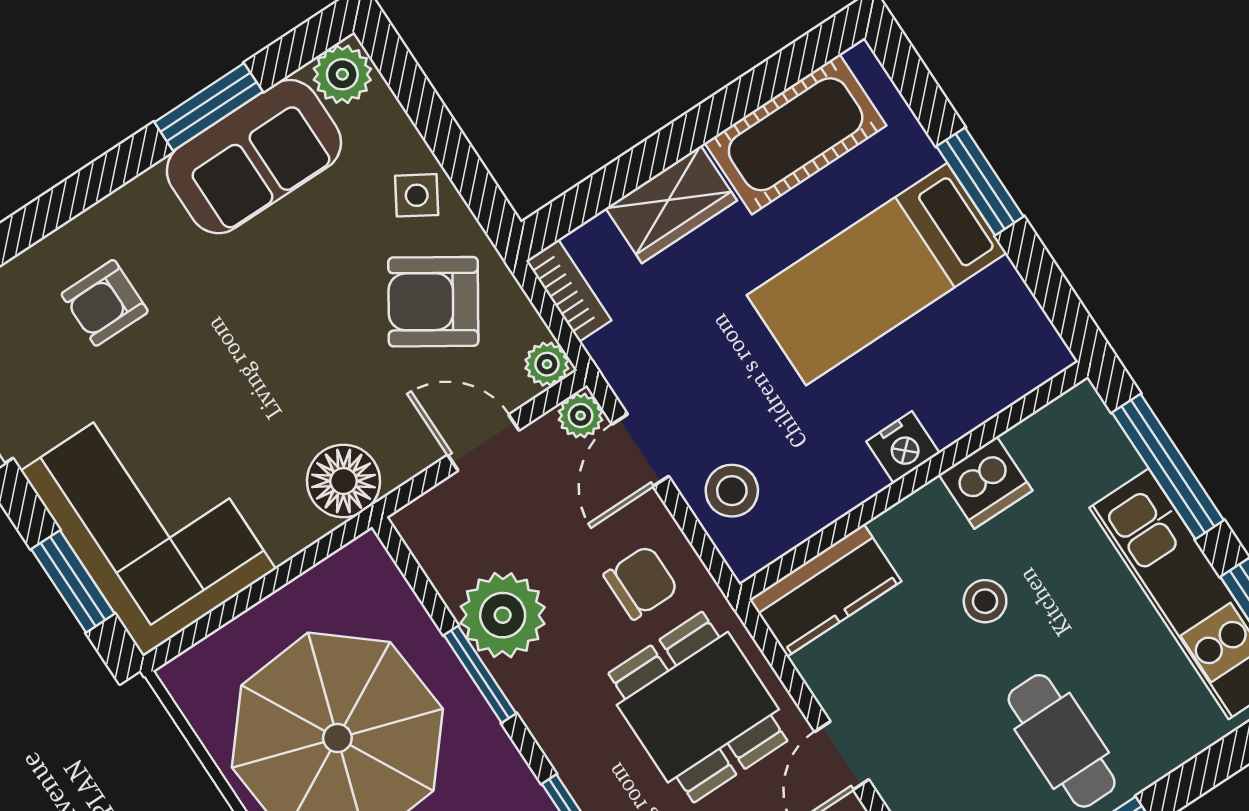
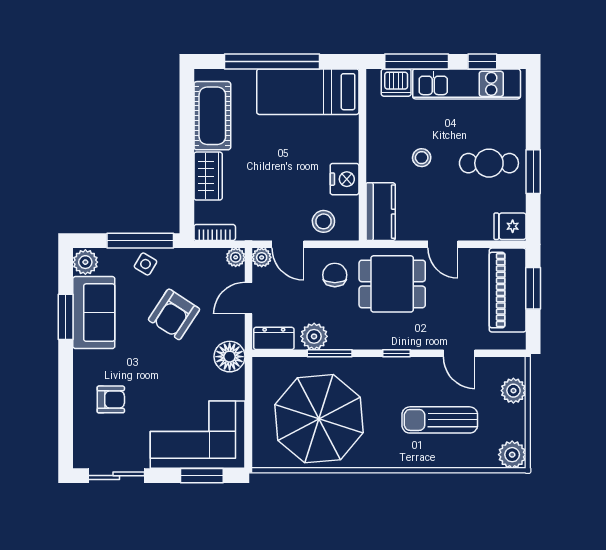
window: (456, 155) -> (140, 241), added
window: (980, 181) -> (272, 61), width x2.11
bed: (877, 274) -> (308, 92), moved, turned 90
armchair: (433, 302) -> (174, 314), moved
armchair: (105, 303) -> (111, 399), turned -90
nightstand: (903, 447) -> (345, 179), moved, width x1.36, depth x1.33
dishwasher: (986, 483) -> (396, 83), moved, turned 90
dresser: (437, 545) -> (274, 338), added
plant: (503, 615) -> (314, 336), width x0.73, depth x0.73

